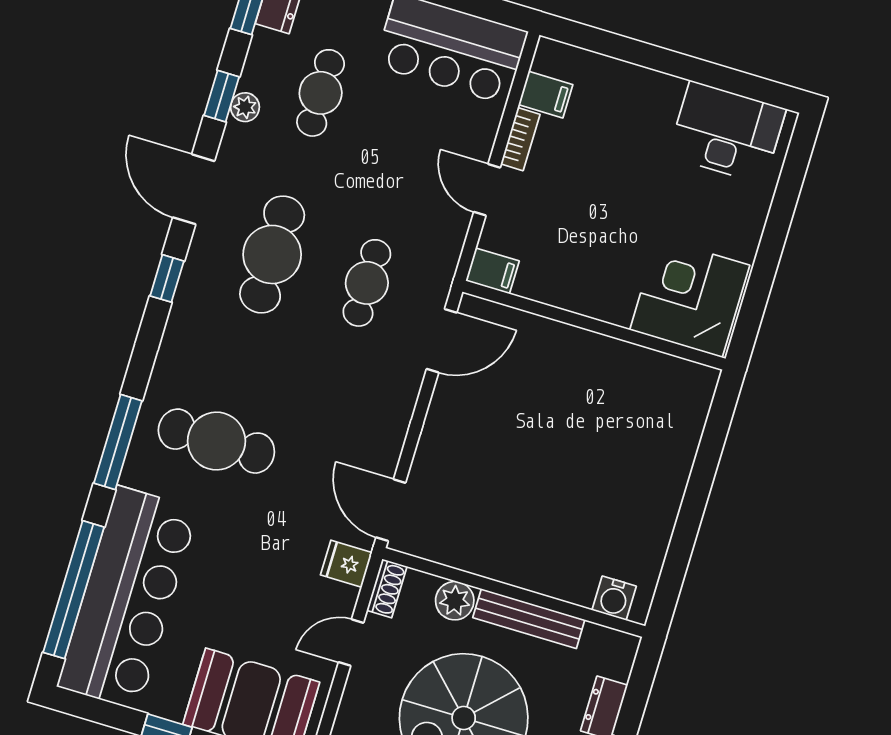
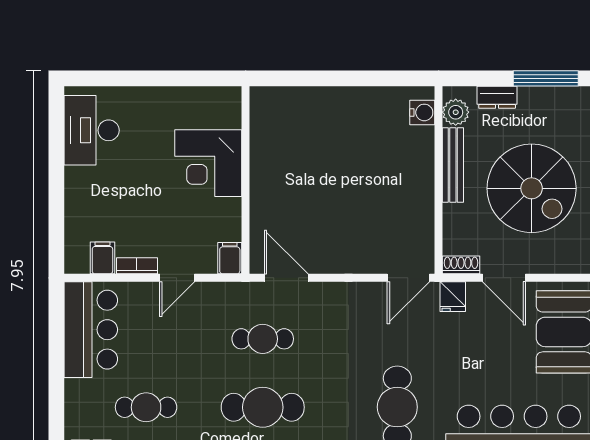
corner desk: (690, 298) -> (208, 163), moved
plant: (455, 601) -> (456, 112), moved
door: (351, 643) -> (504, 278), width x1.38

